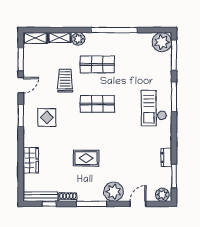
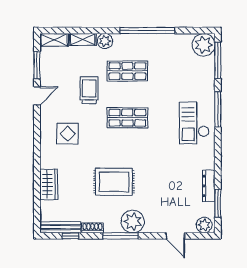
window: (21, 115) -> (37, 131), removed
rug: (86, 158) -> (114, 182), width x1.36, depth x1.43
dresser: (166, 158) -> (209, 186), width x1.44
plant: (114, 192) -> (133, 221), moved
door: (138, 204) -> (175, 236), swing flipped

